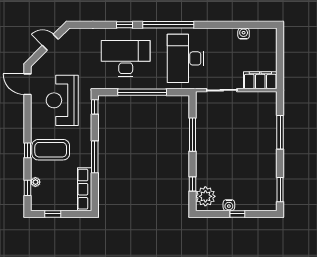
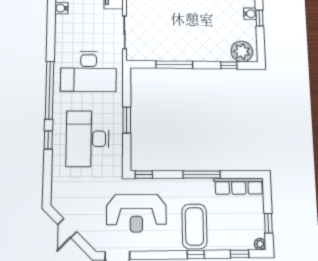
window: (142, 92) -> (127, 120), width x0.47
plant: (35, 182) -> (260, 244), moved
water cooler: (229, 205) -> (250, 14), moved

